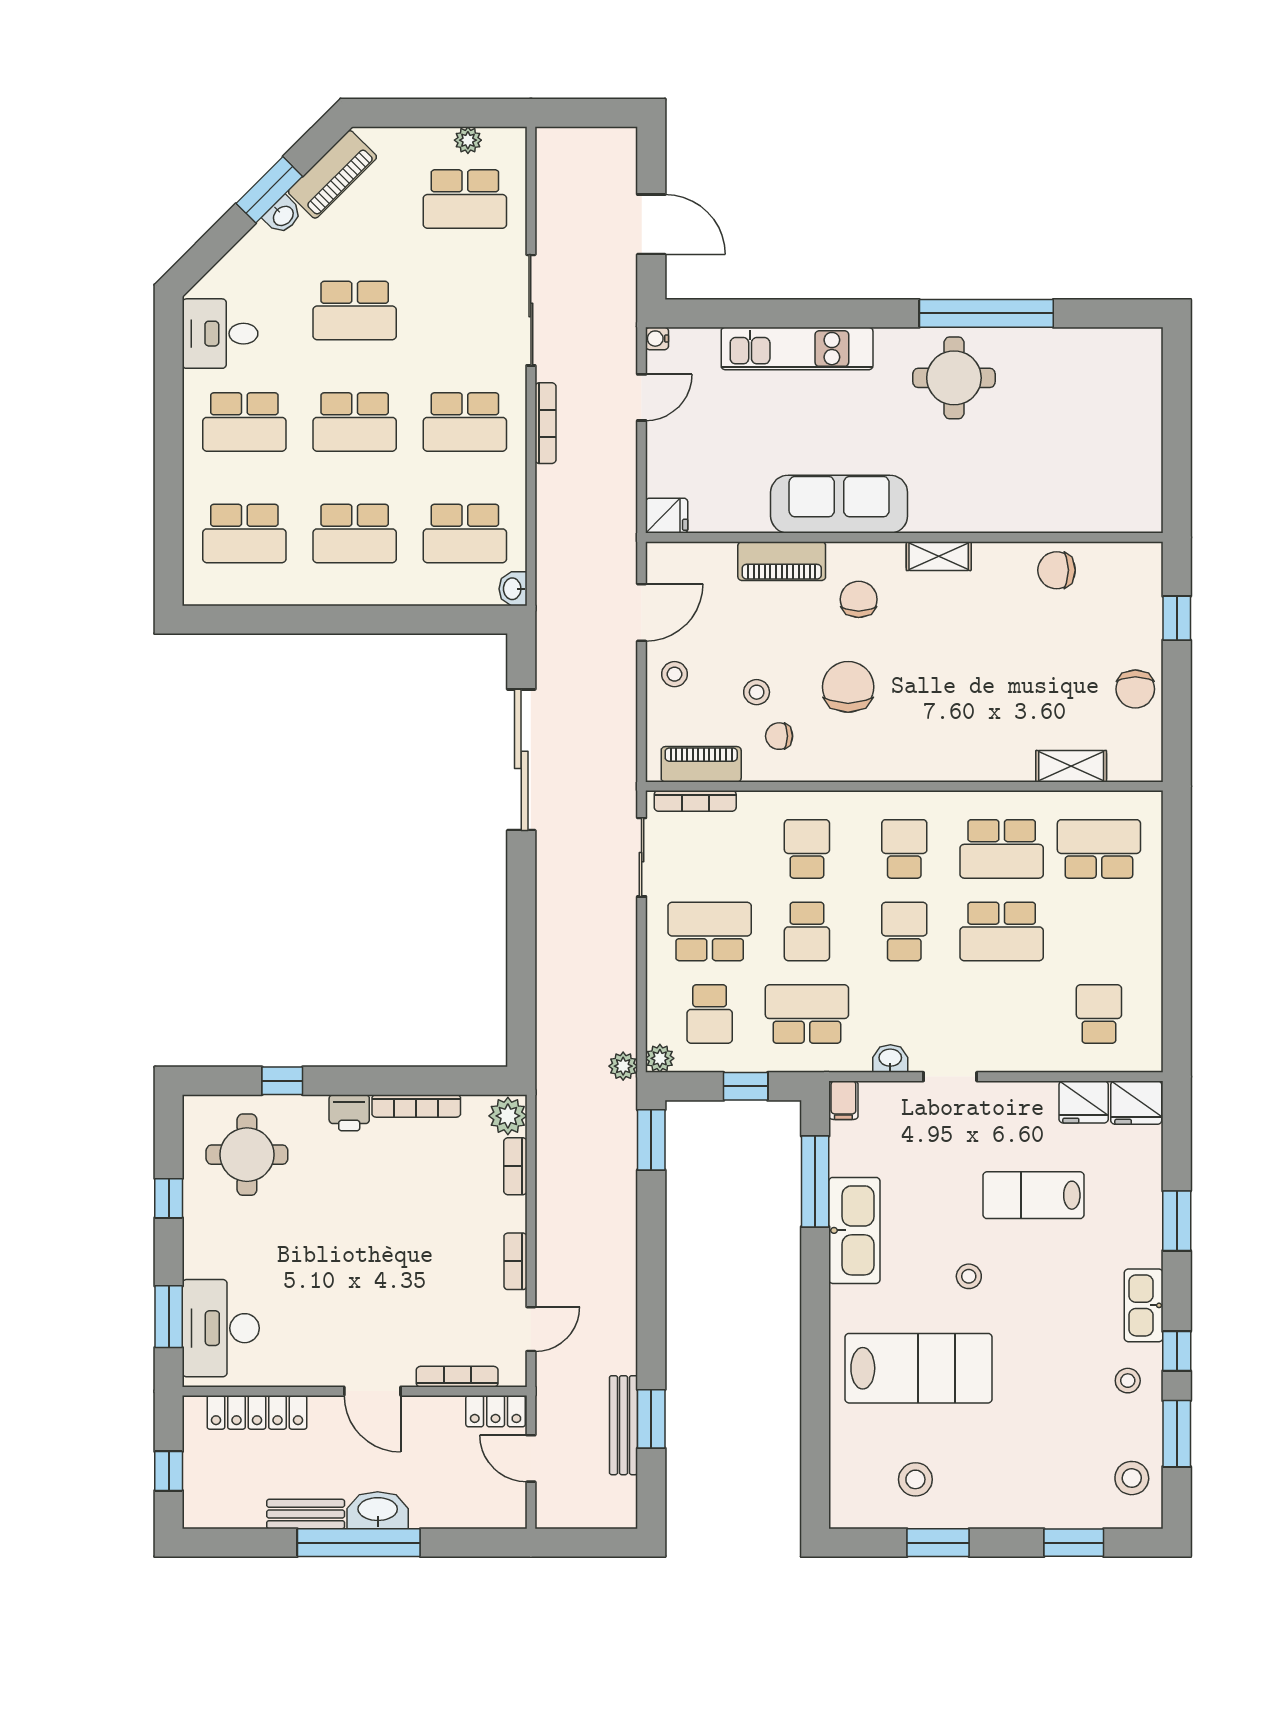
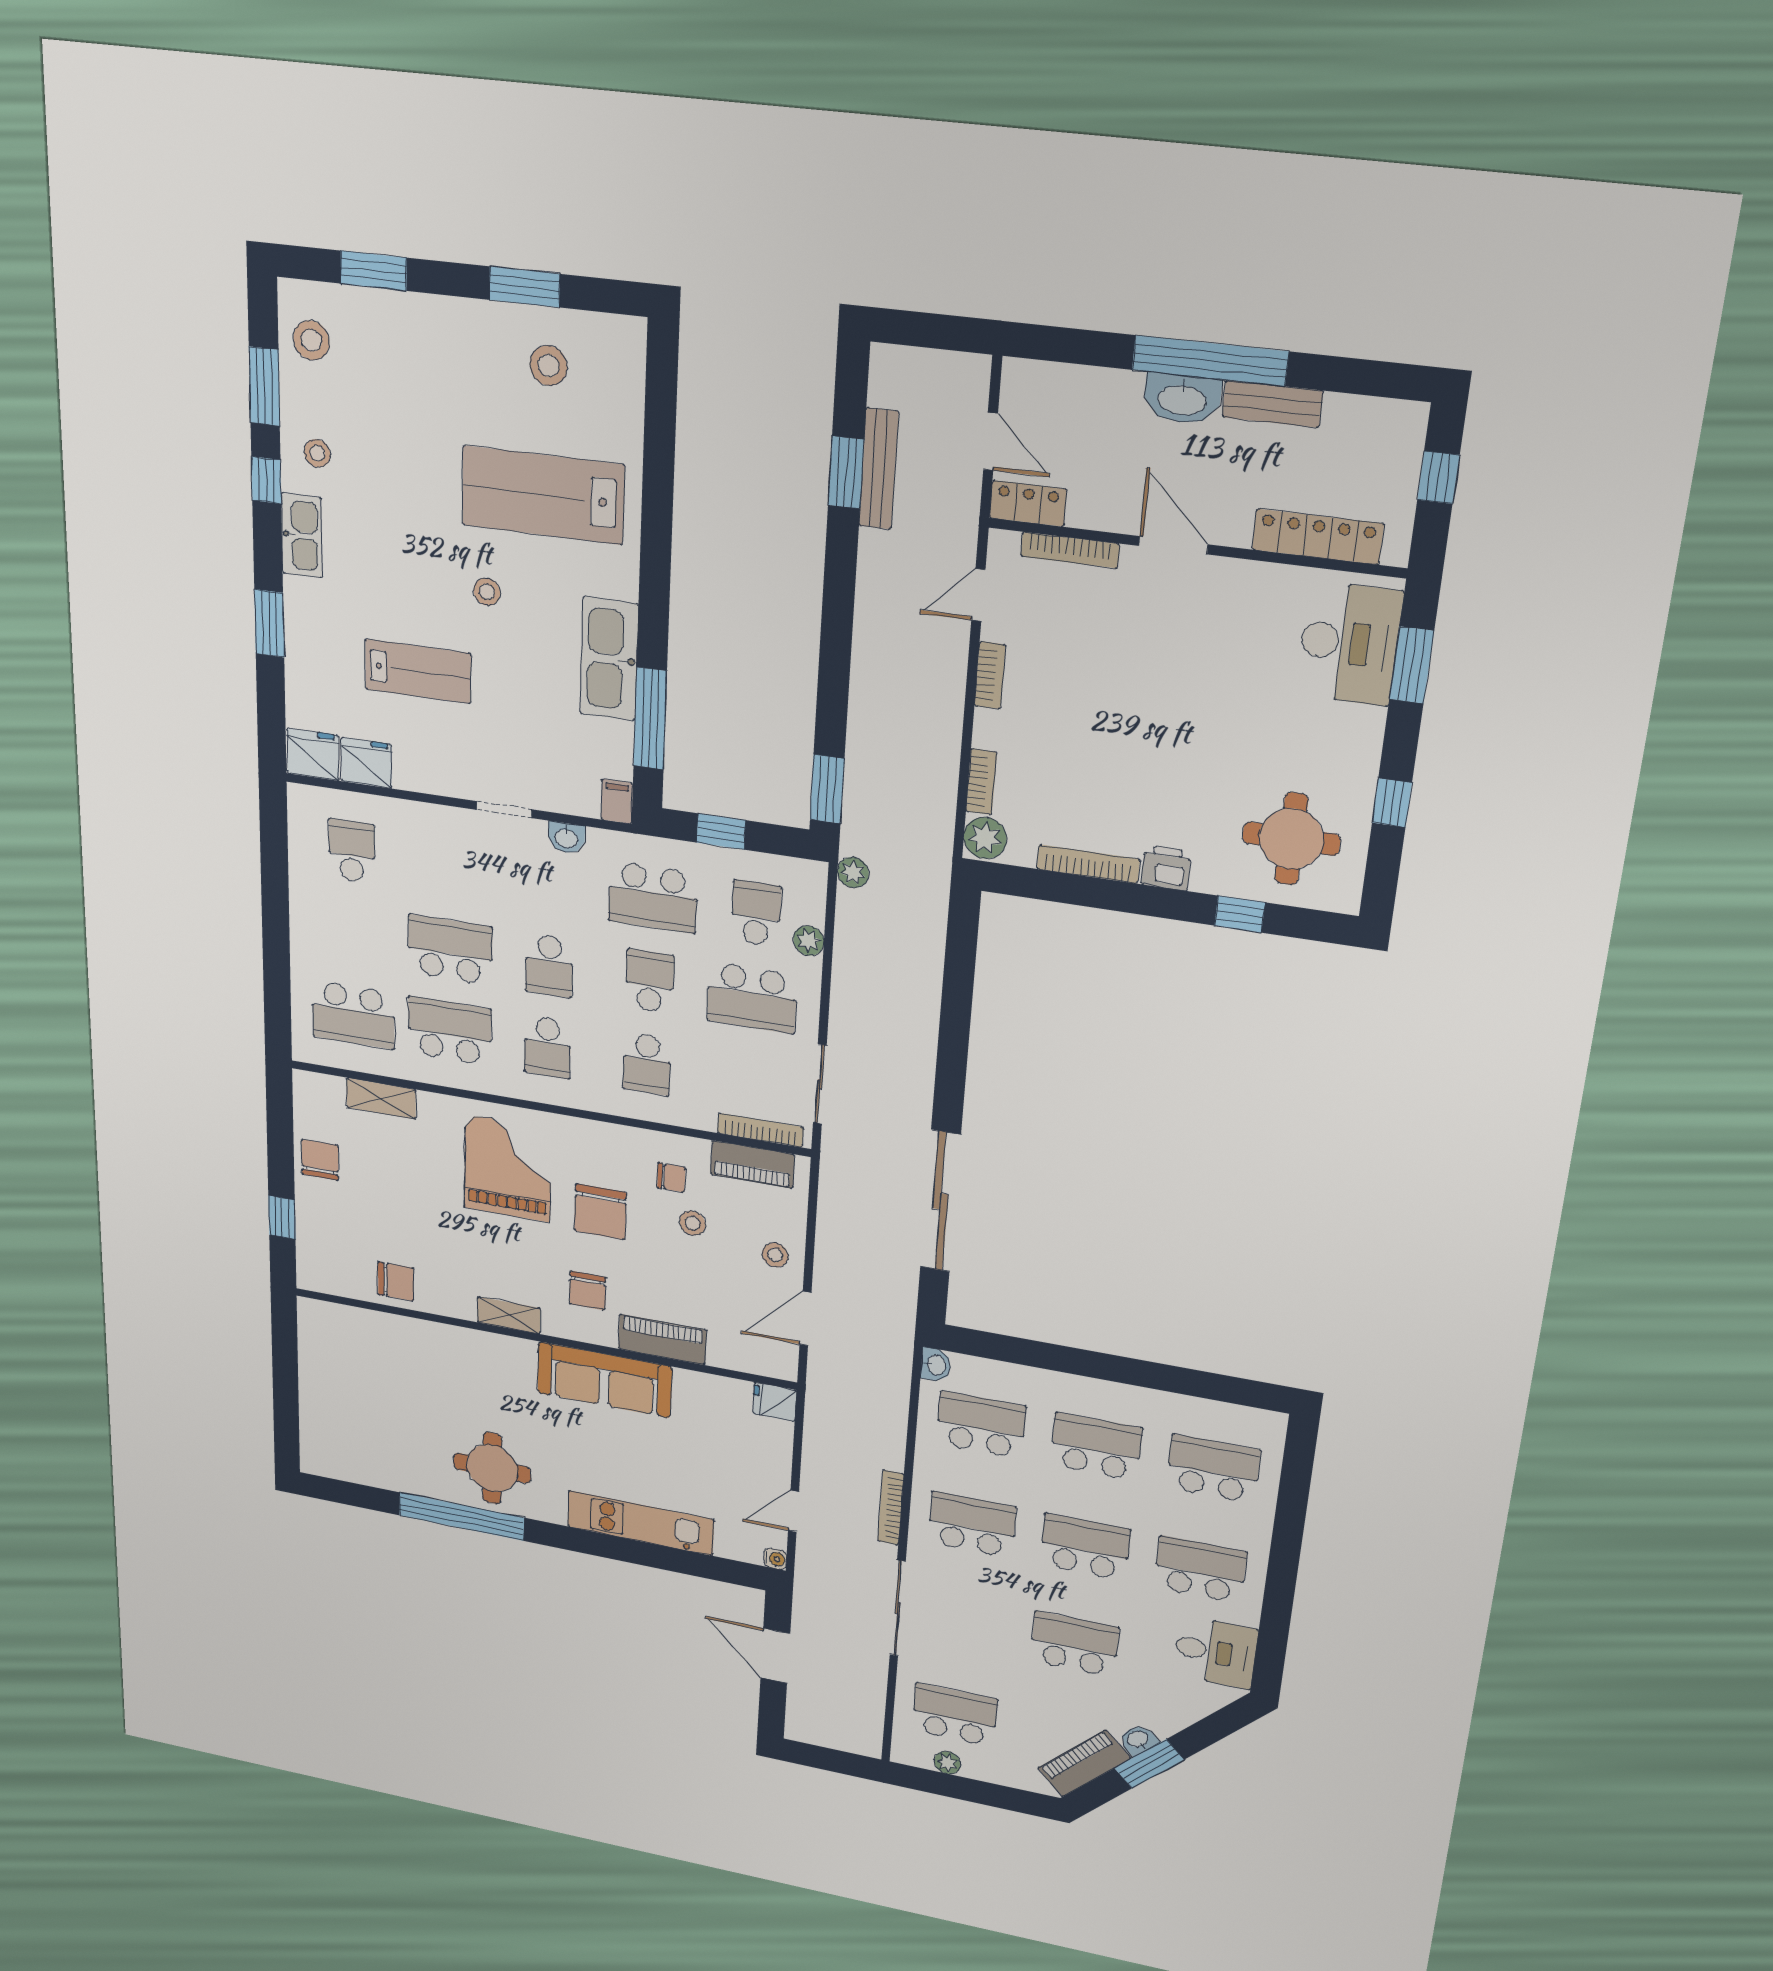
grand piano: (942, 716) -> (508, 1168), added
school desk: (1099, 1014) -> (352, 851), turned 180
plant: (660, 1058) -> (809, 941), moved

